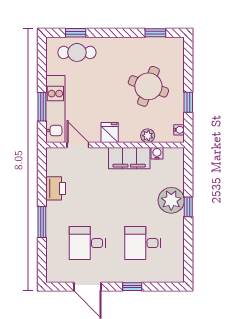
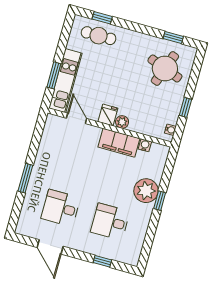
round table: (148, 86) -> (165, 68), moved
plant: (148, 136) -> (122, 122), moved
printer: (56, 188) -> (46, 151), removed
window: (132, 287) -> (102, 261), moved

